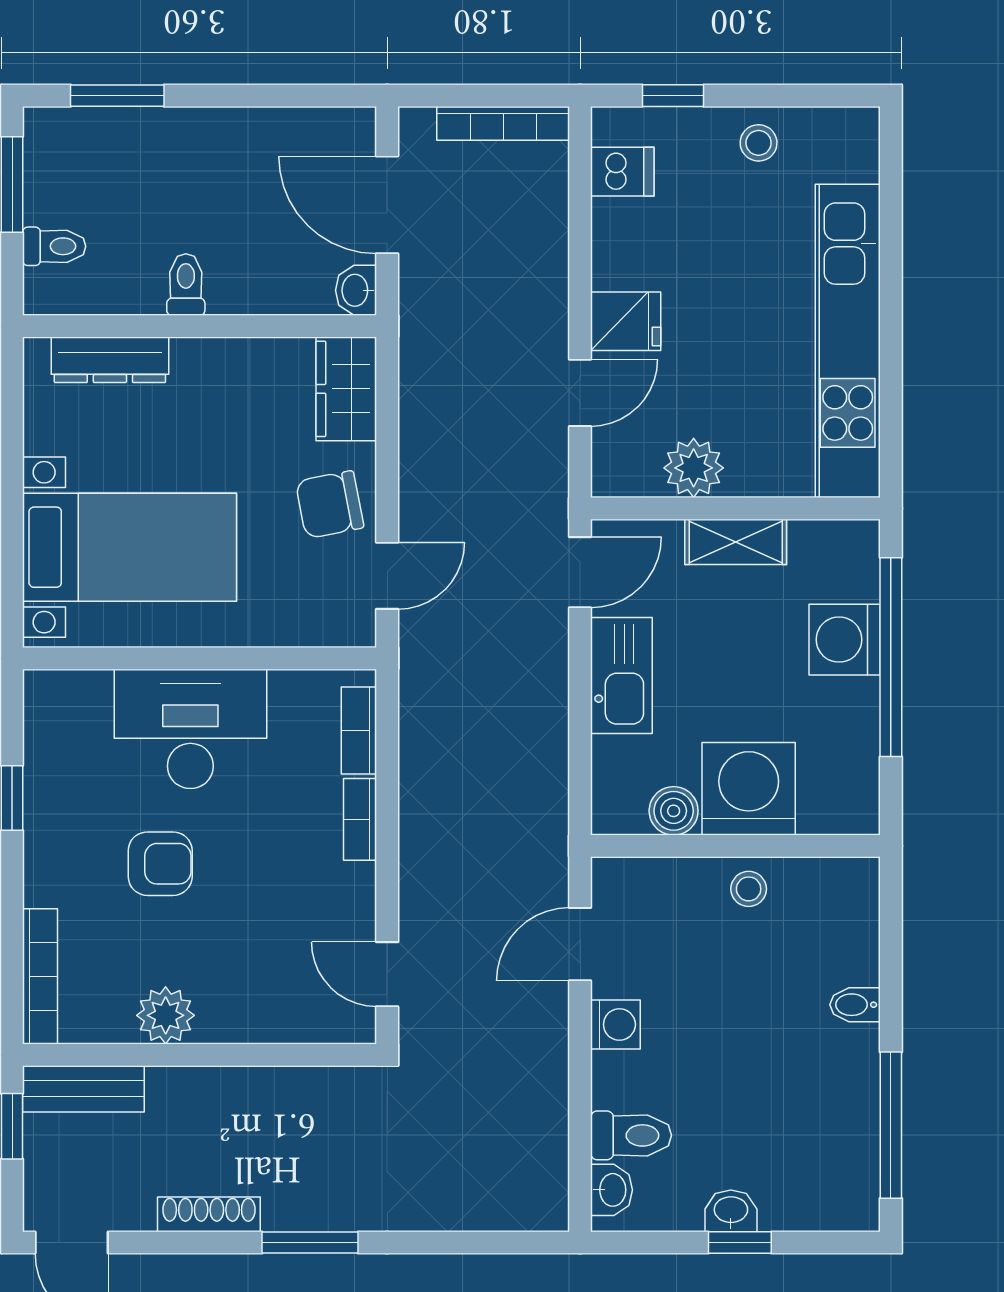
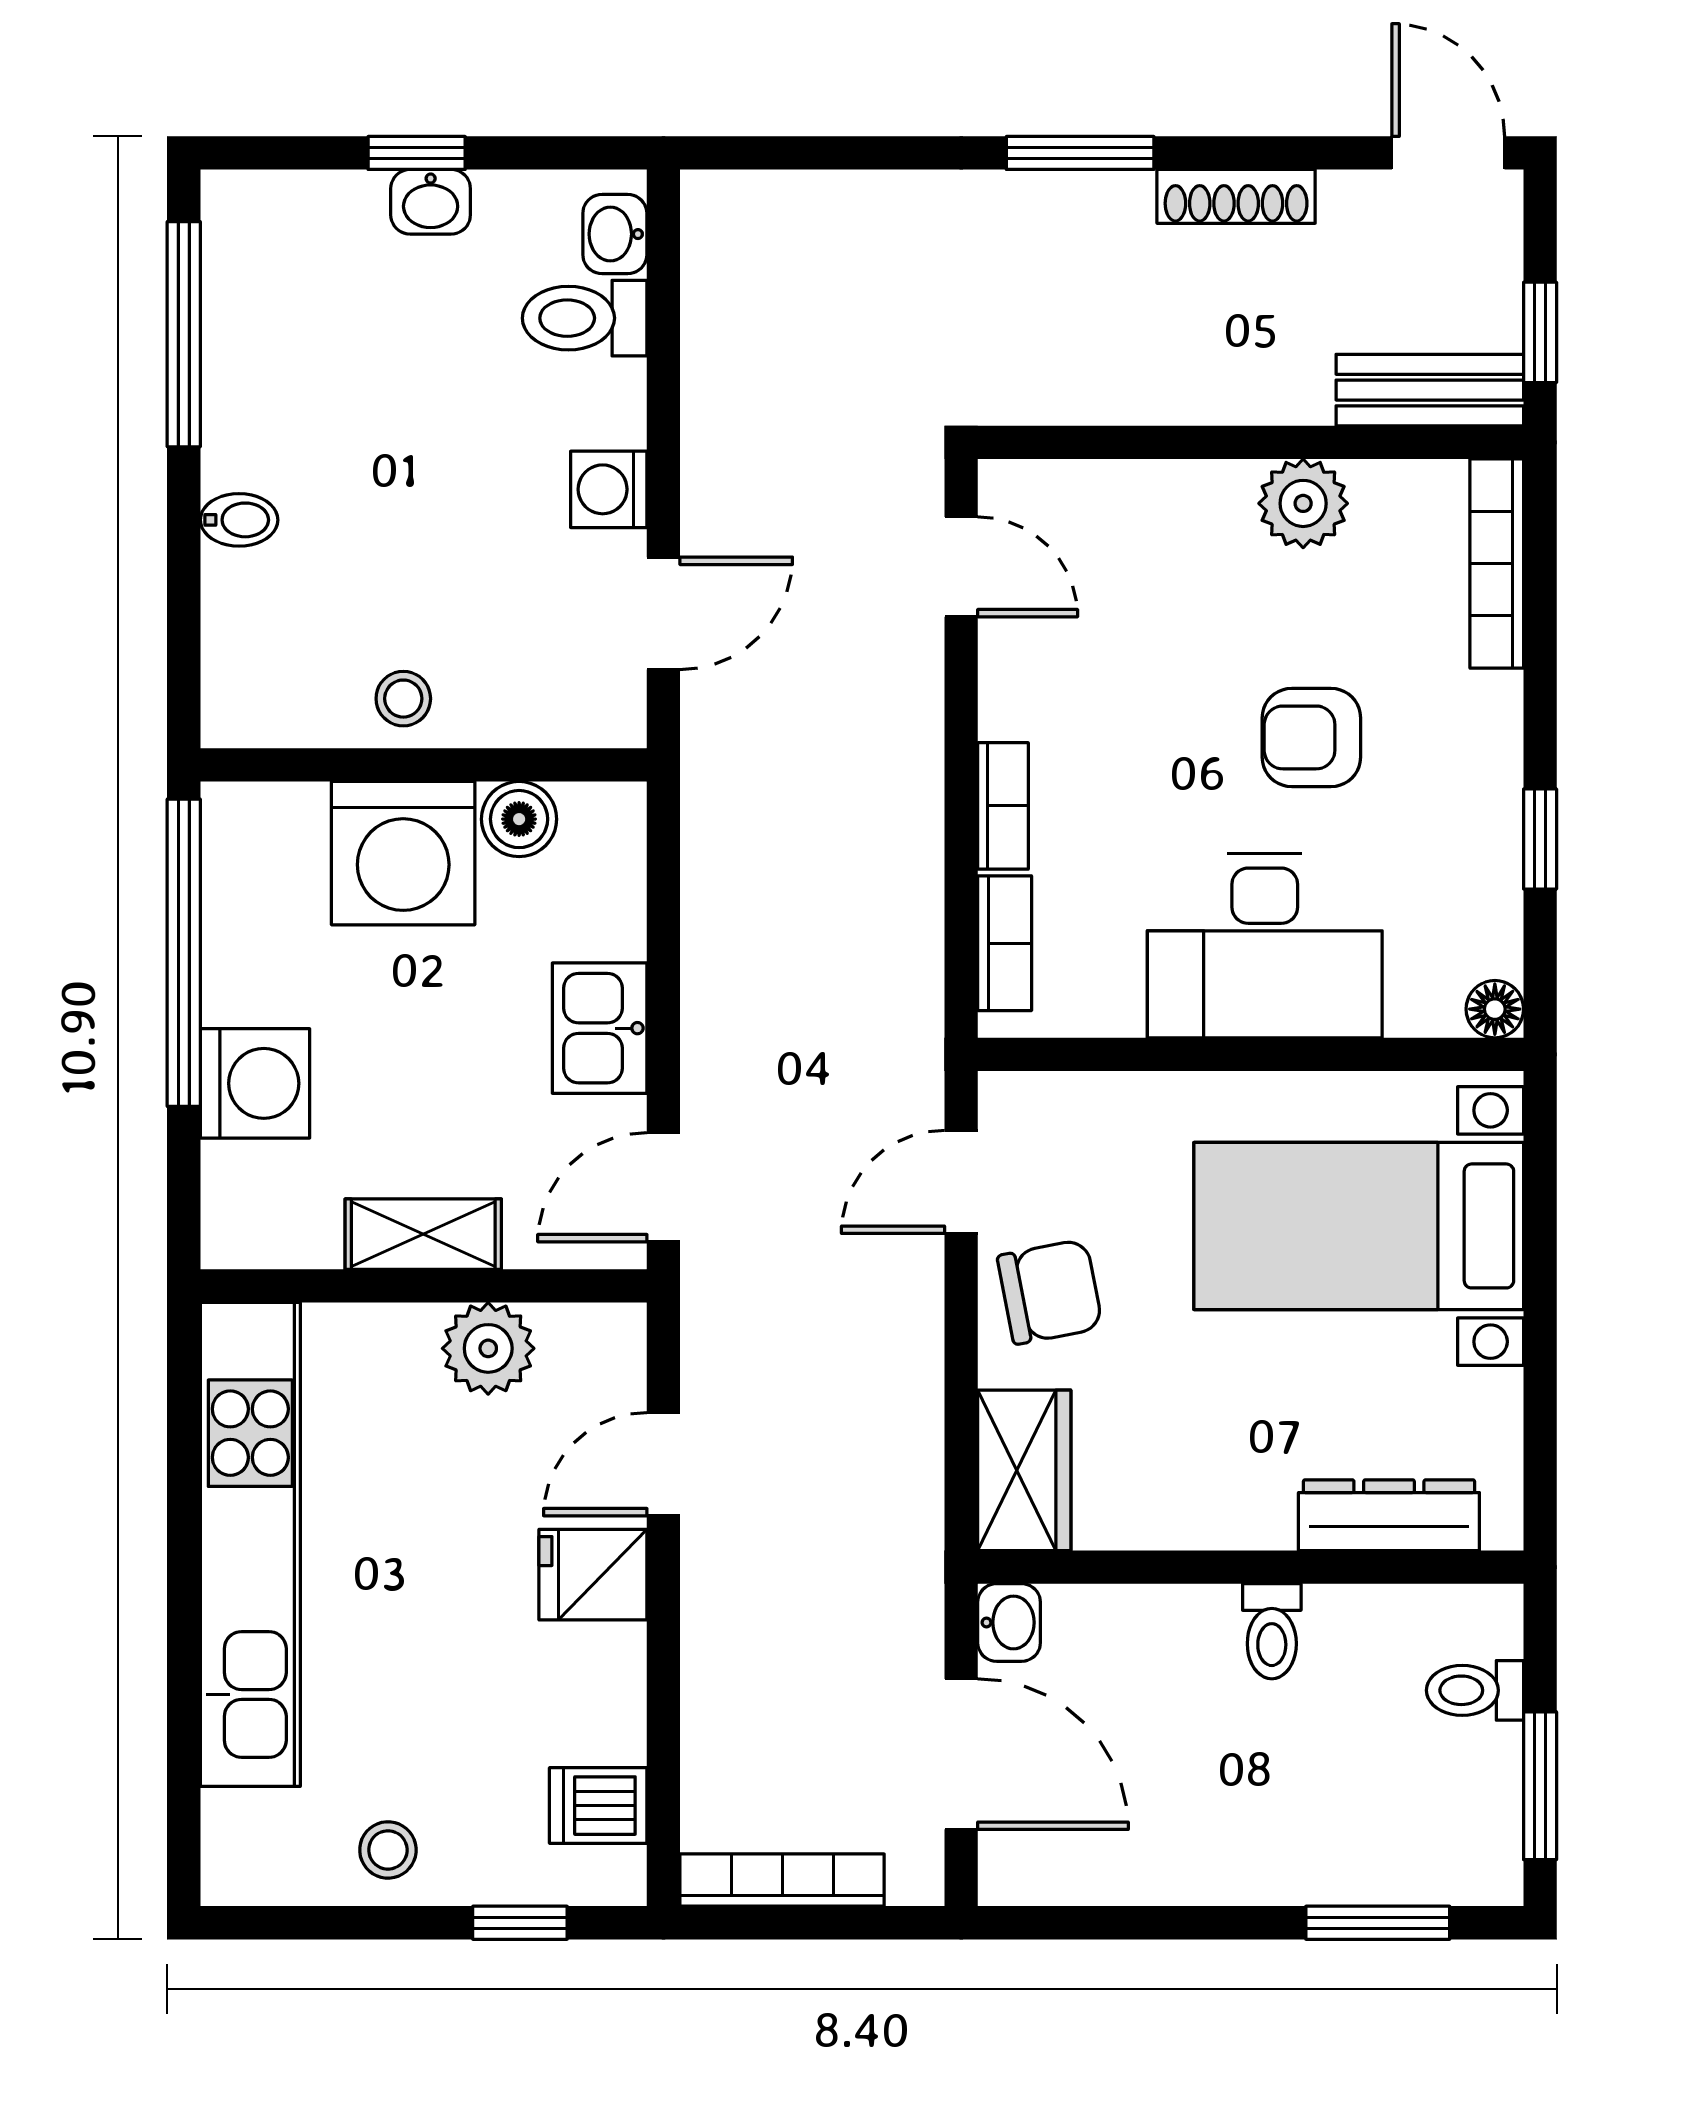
window: (891, 657) -> (184, 953), moved
kitchen sink: (621, 675) -> (600, 1028), width x0.73
floor lamp: (41, 688) -> (1495, 1009), added

